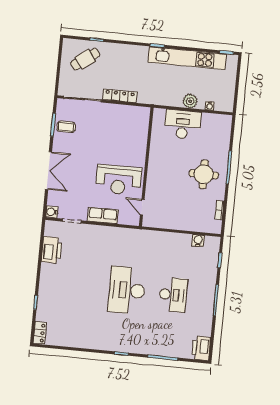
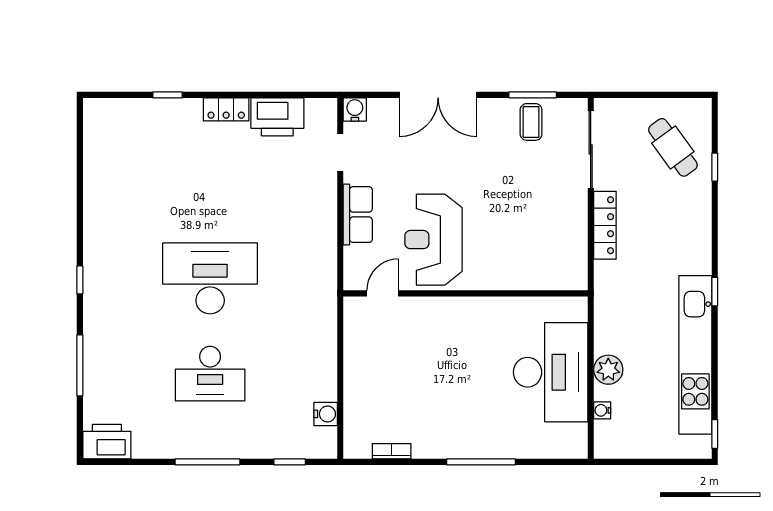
desk: (183, 124) -> (551, 372), width x1.36, depth x1.30
round table: (204, 174) -> (462, 412), removed
locker: (40, 333) -> (226, 109), moved

